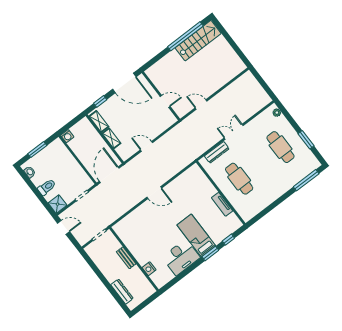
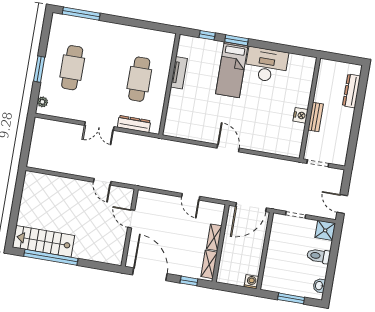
window: (306, 140) -> (39, 69), moved
nightstand: (149, 269) -> (300, 115), moved

